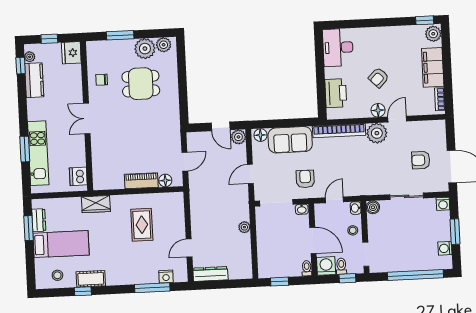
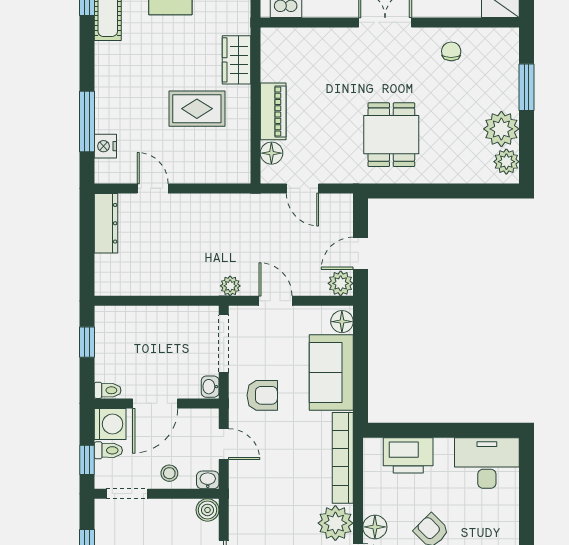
dining table: (141, 84) -> (391, 135), moved
wardrobe: (96, 204) -> (236, 60), moved
plant: (244, 227) -> (230, 286), moved

